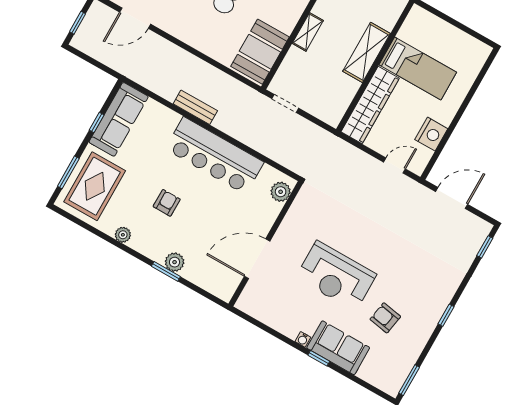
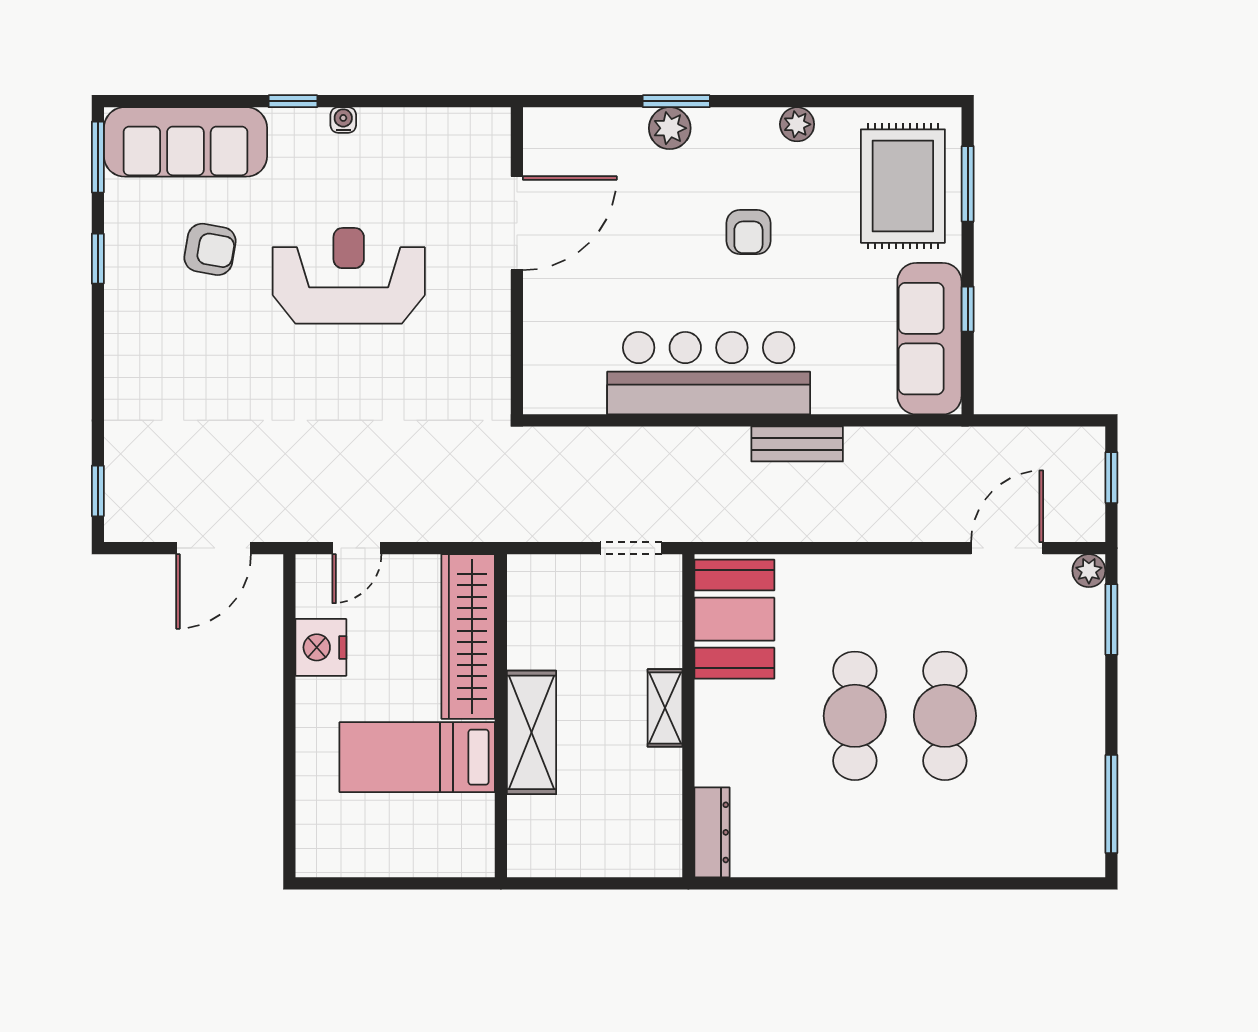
plant: (281, 192) -> (544, 376), removed
window: (446, 315) -> (98, 259), moved
sofa: (338, 348) -> (185, 142), moved, width x1.36

